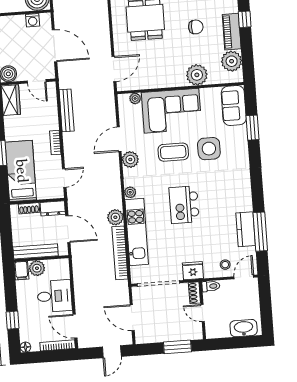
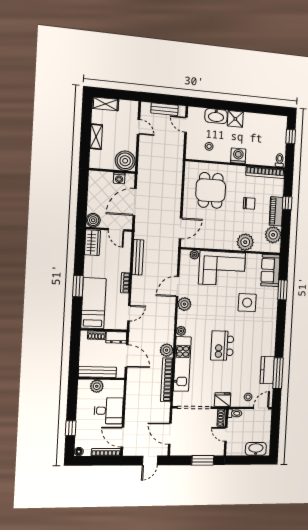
door: (54, 46) -> (135, 202), swing flipped
coffee table: (173, 152) -> (219, 302), removed
filing cabinet: (21, 271) -> (83, 387), removed

